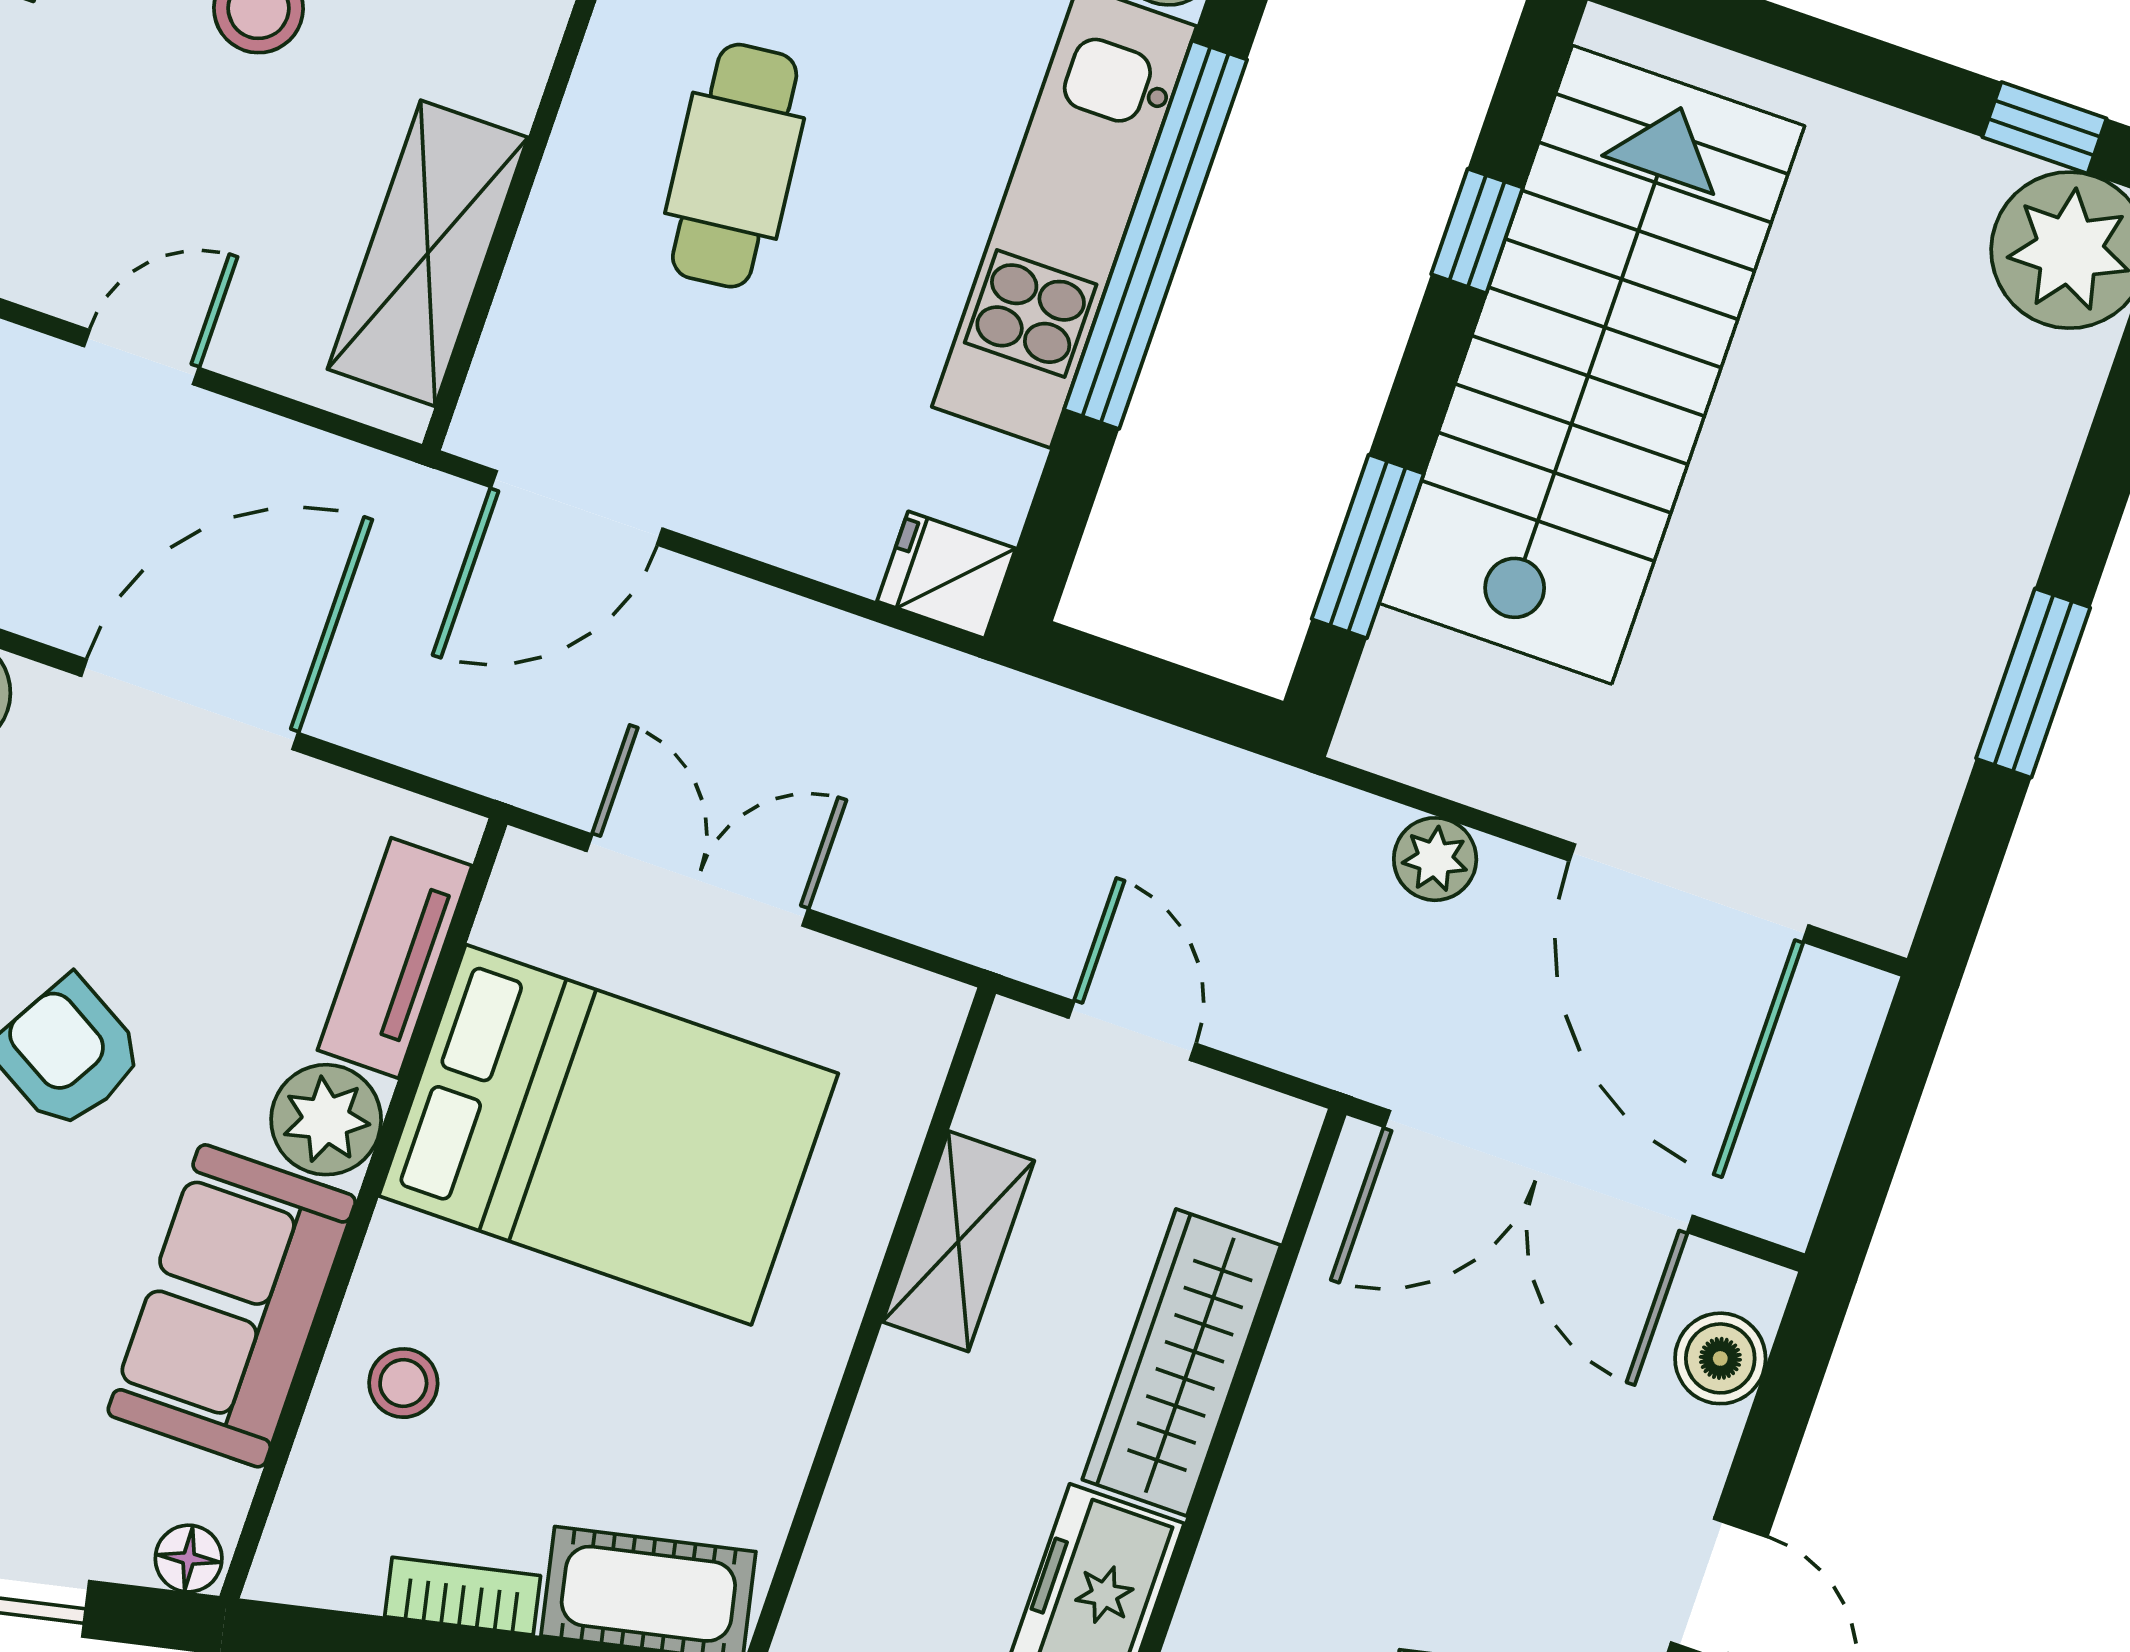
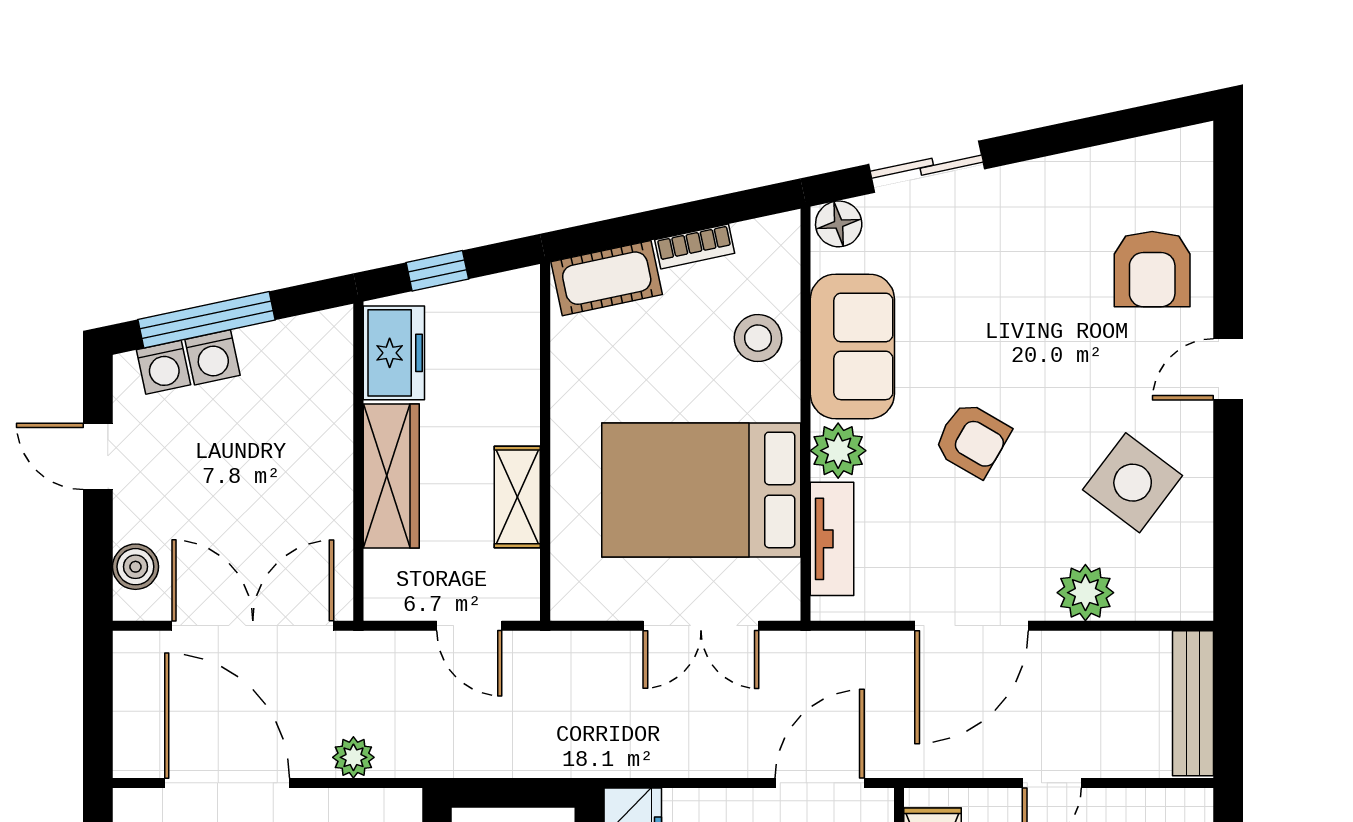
stool: (403, 1383) -> (758, 338), width x1.37, depth x1.37
floor lamp: (189, 1559) -> (839, 224), width x1.37, depth x1.37

